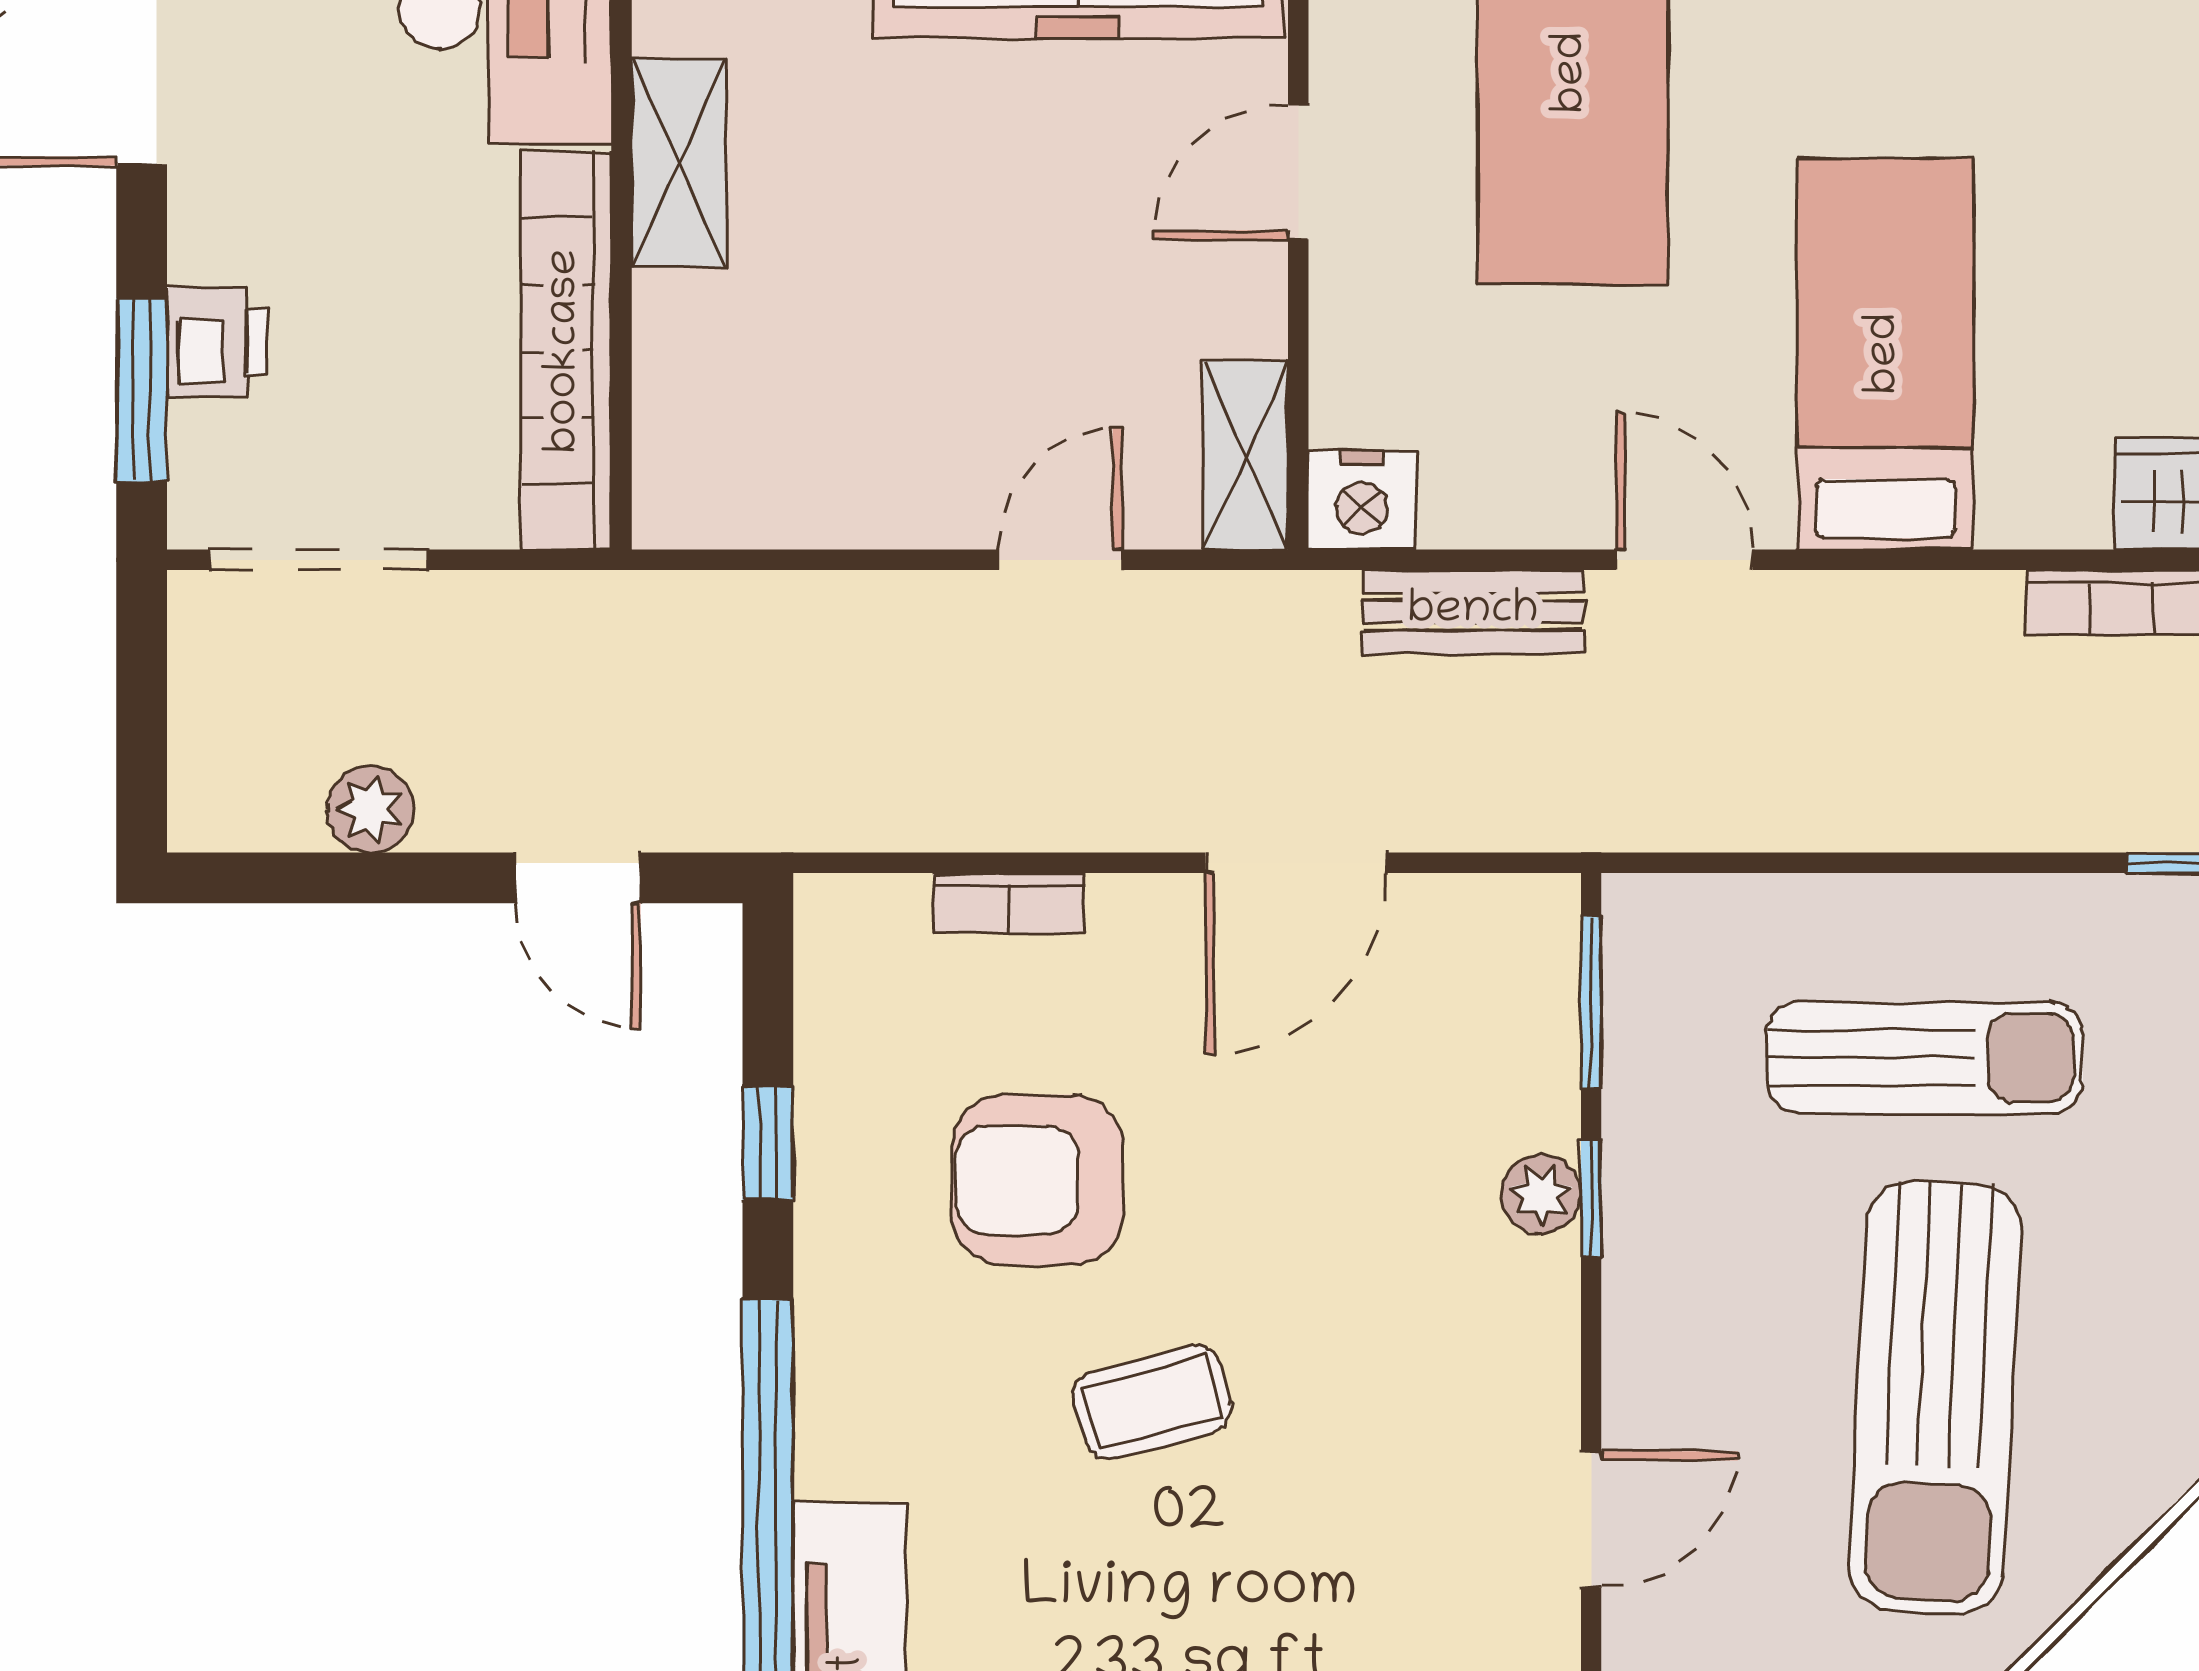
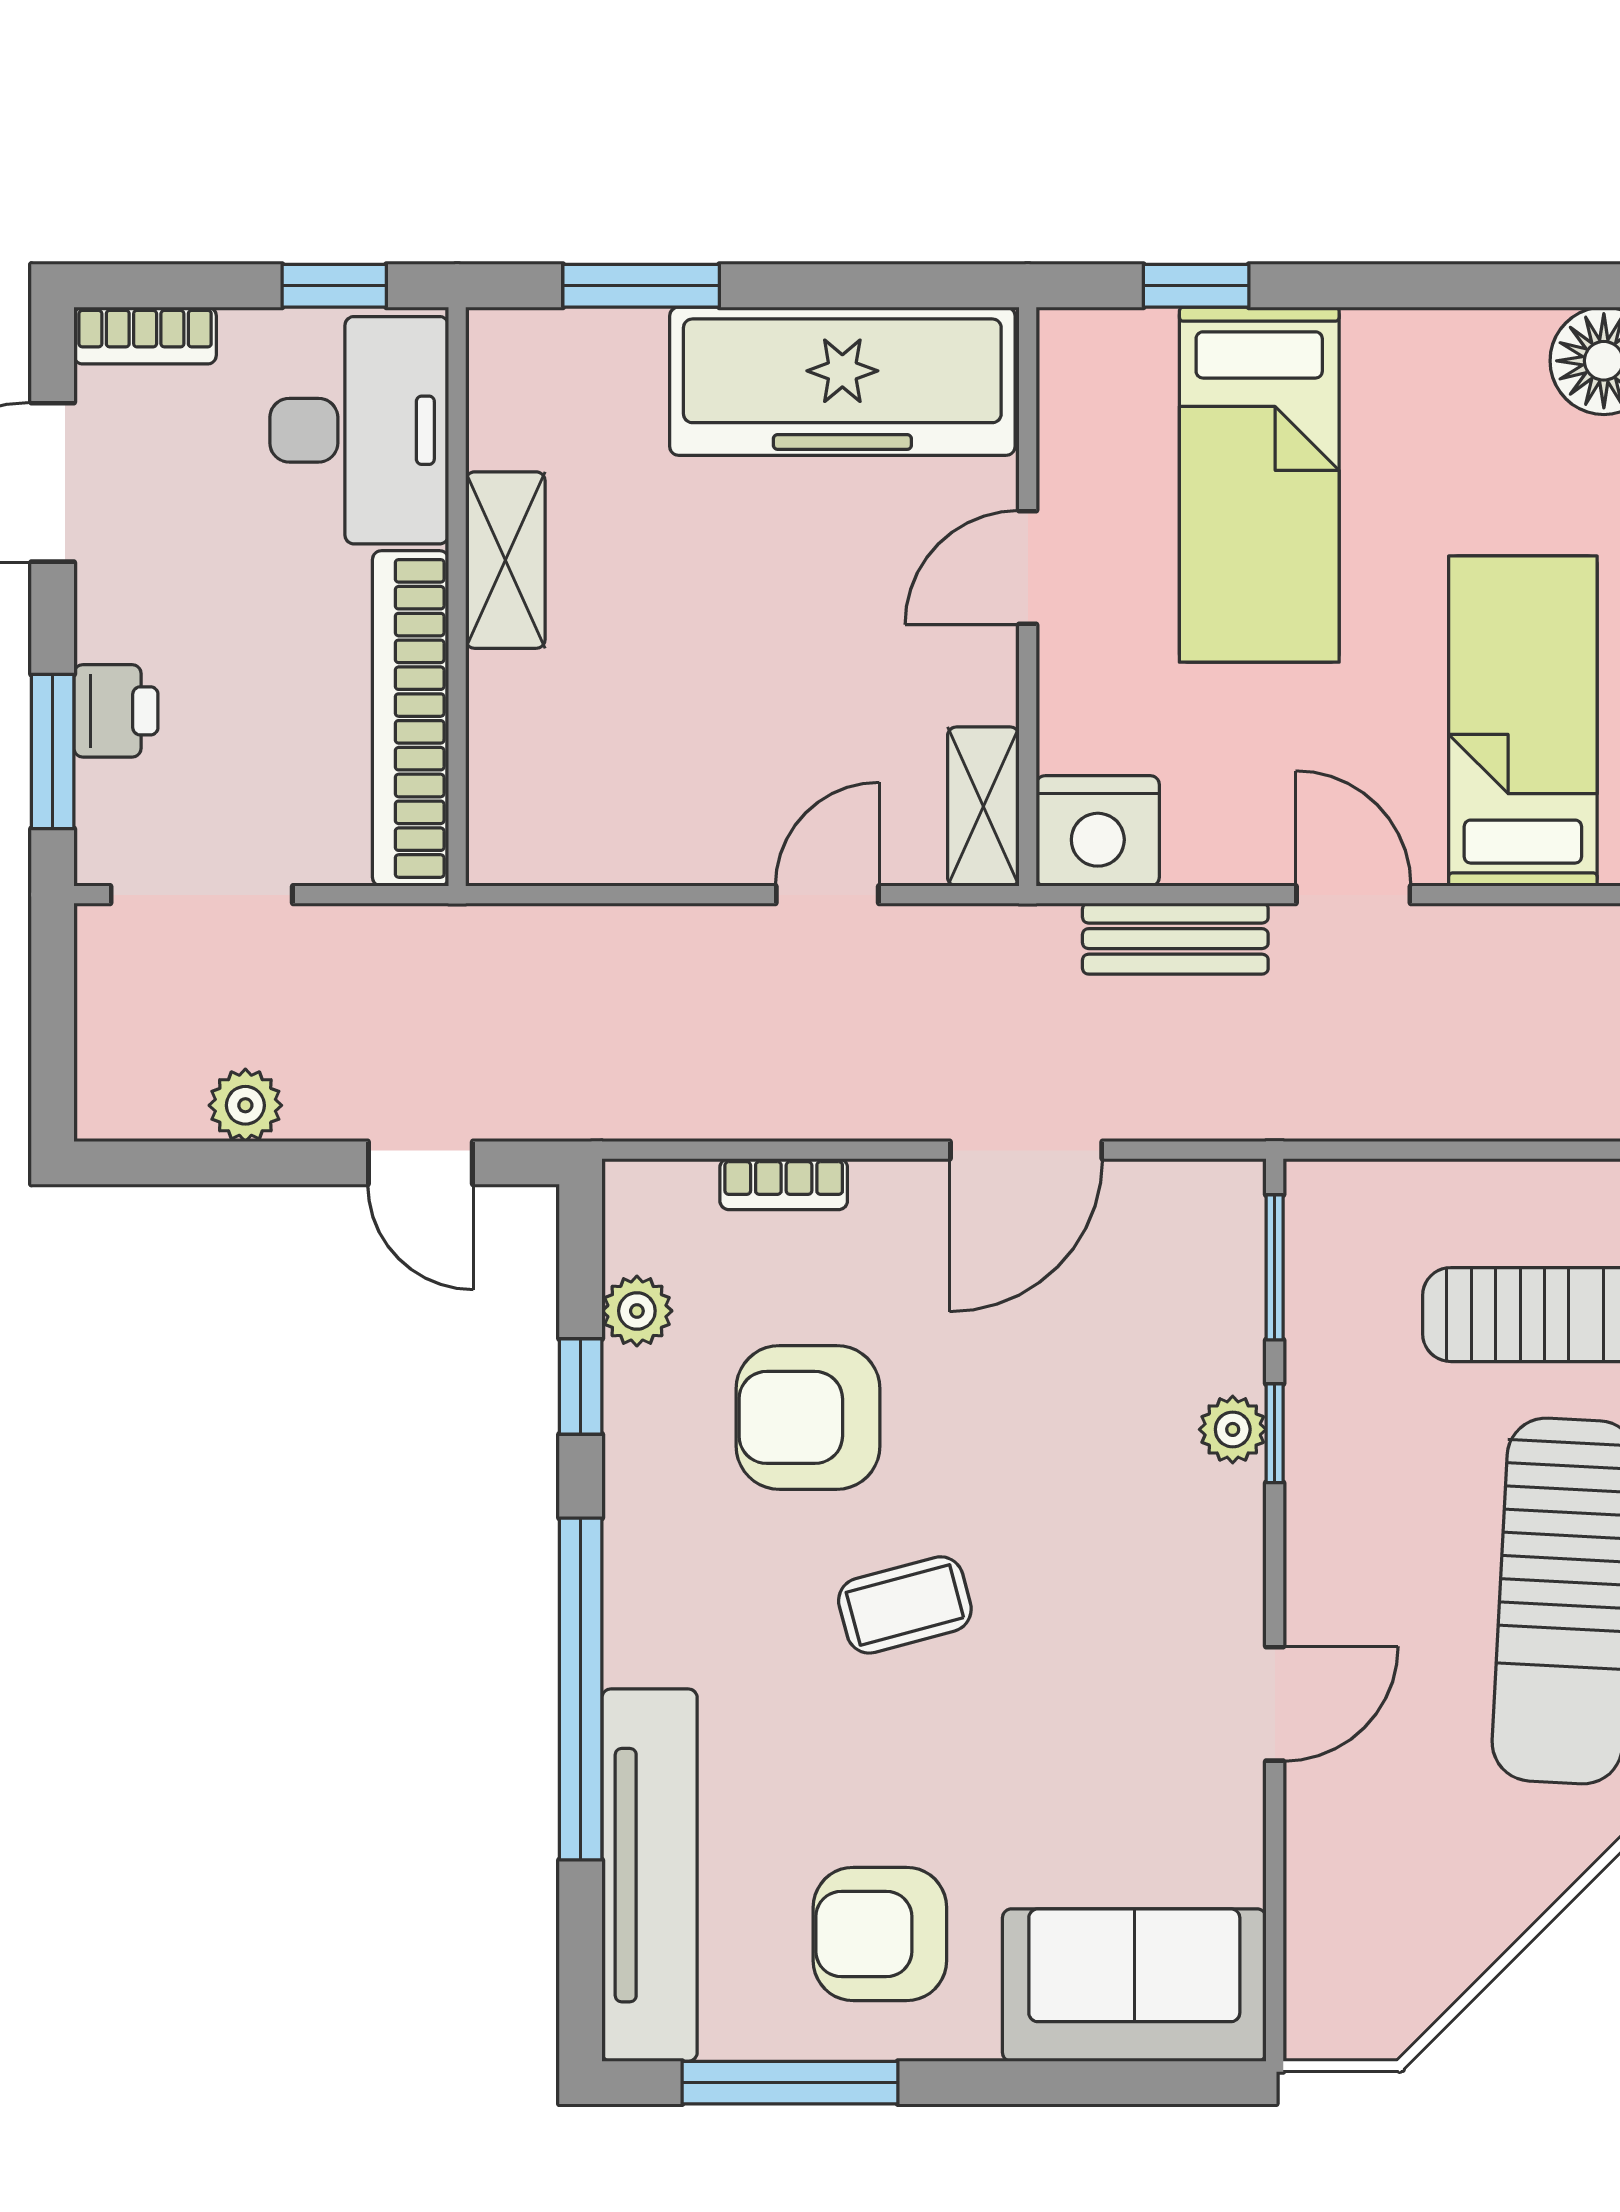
nightstand: (1362, 500) -> (1098, 831), width x1.36, depth x1.33
plant: (835, 1054) -> (637, 1311), added

